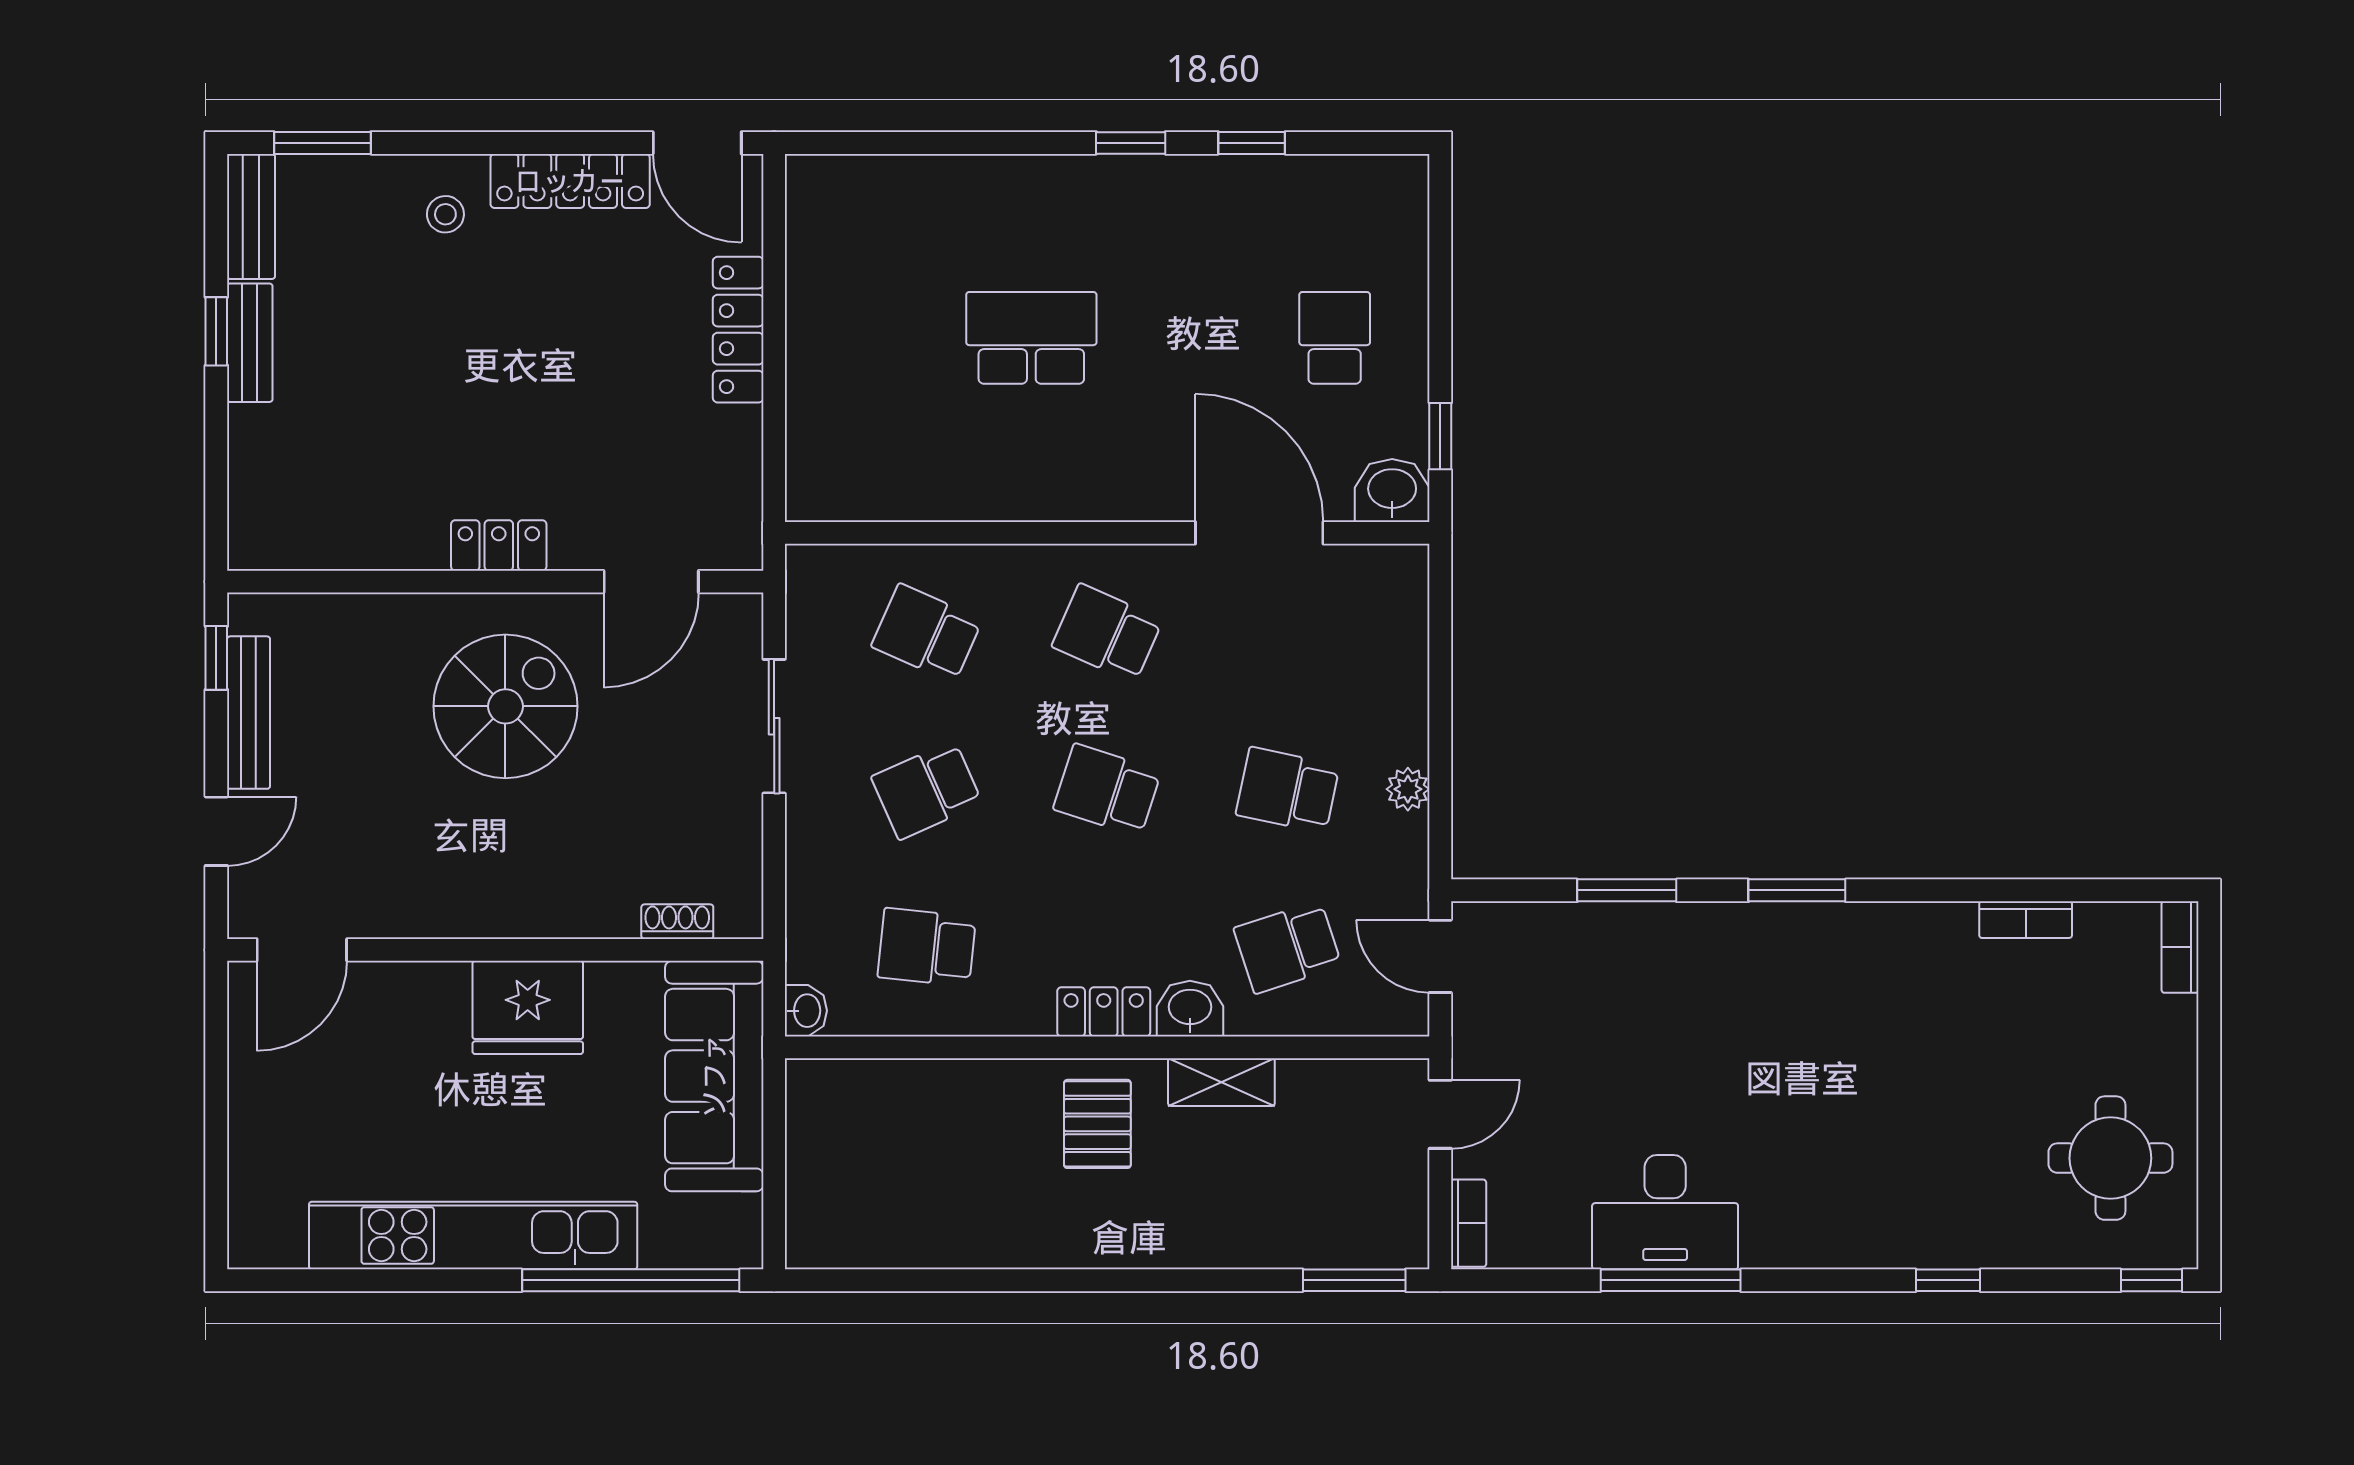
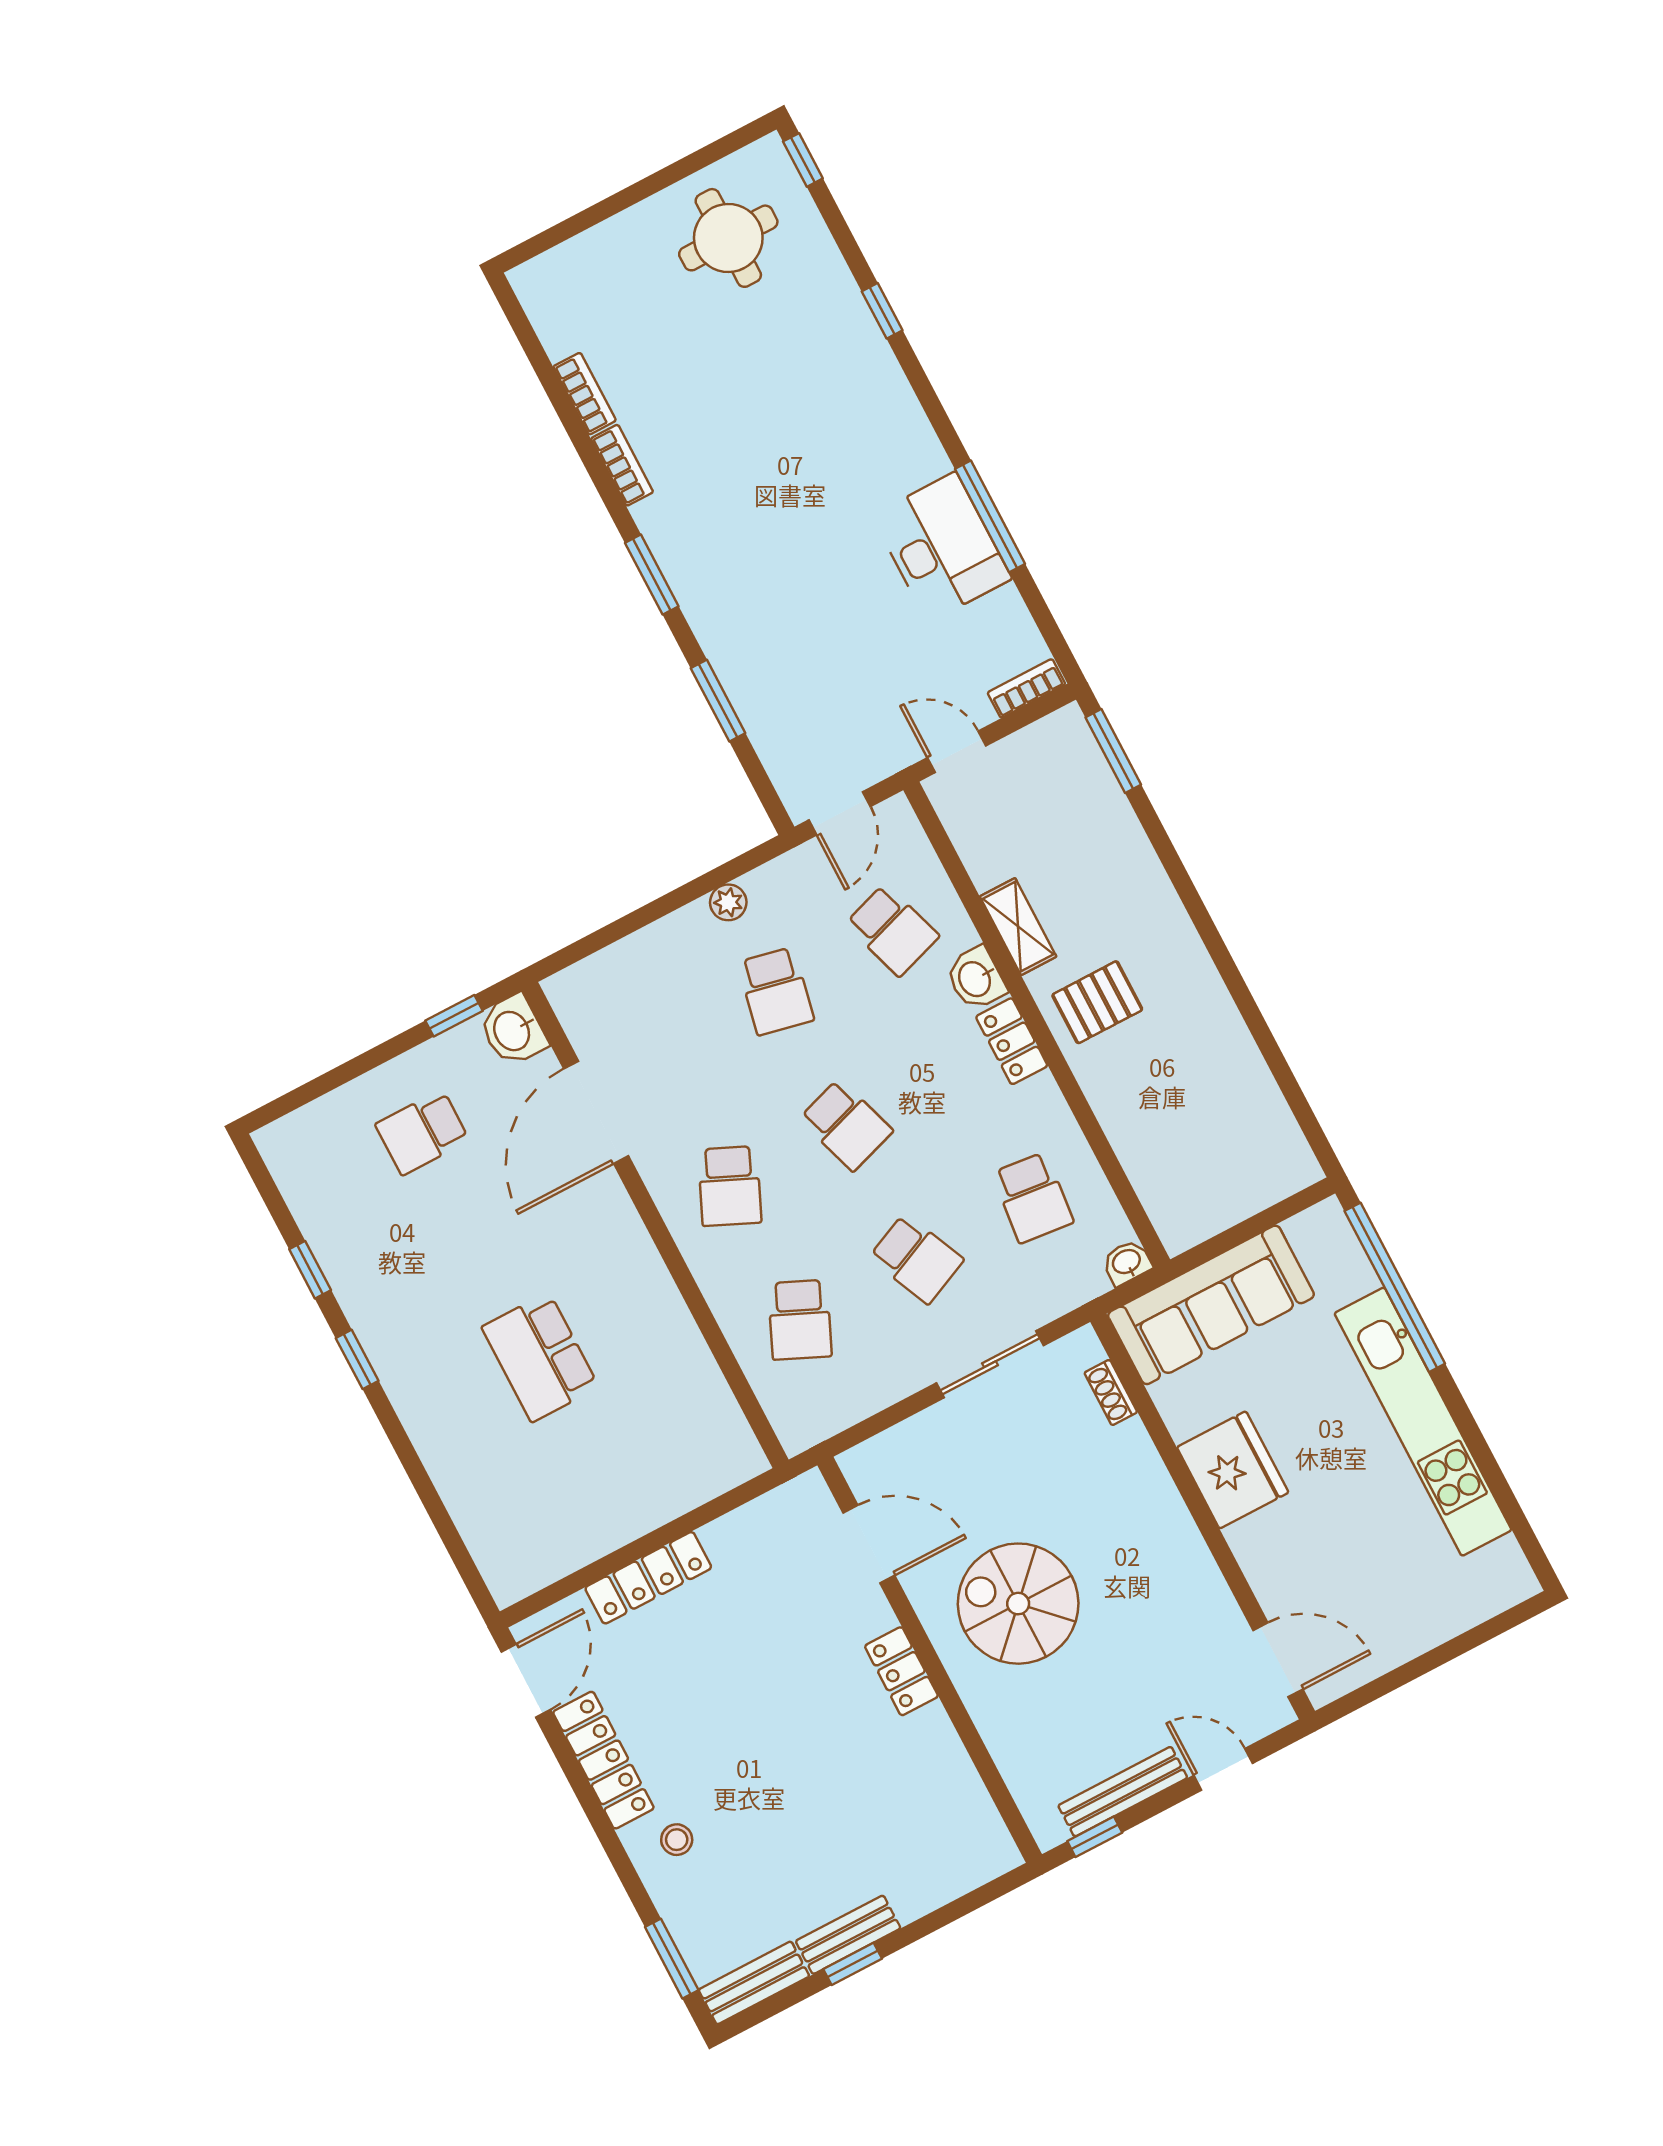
sliding door: (774, 726) -> (990, 1364), moved
school desk: (1107, 790) -> (846, 1125), turned -36
bookcase: (2180, 947) -> (622, 465), moved, turned -90

